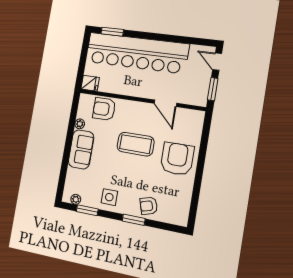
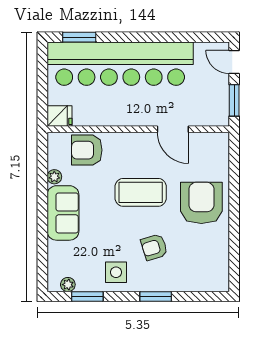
armchair: (149, 206) -> (154, 247), moved

